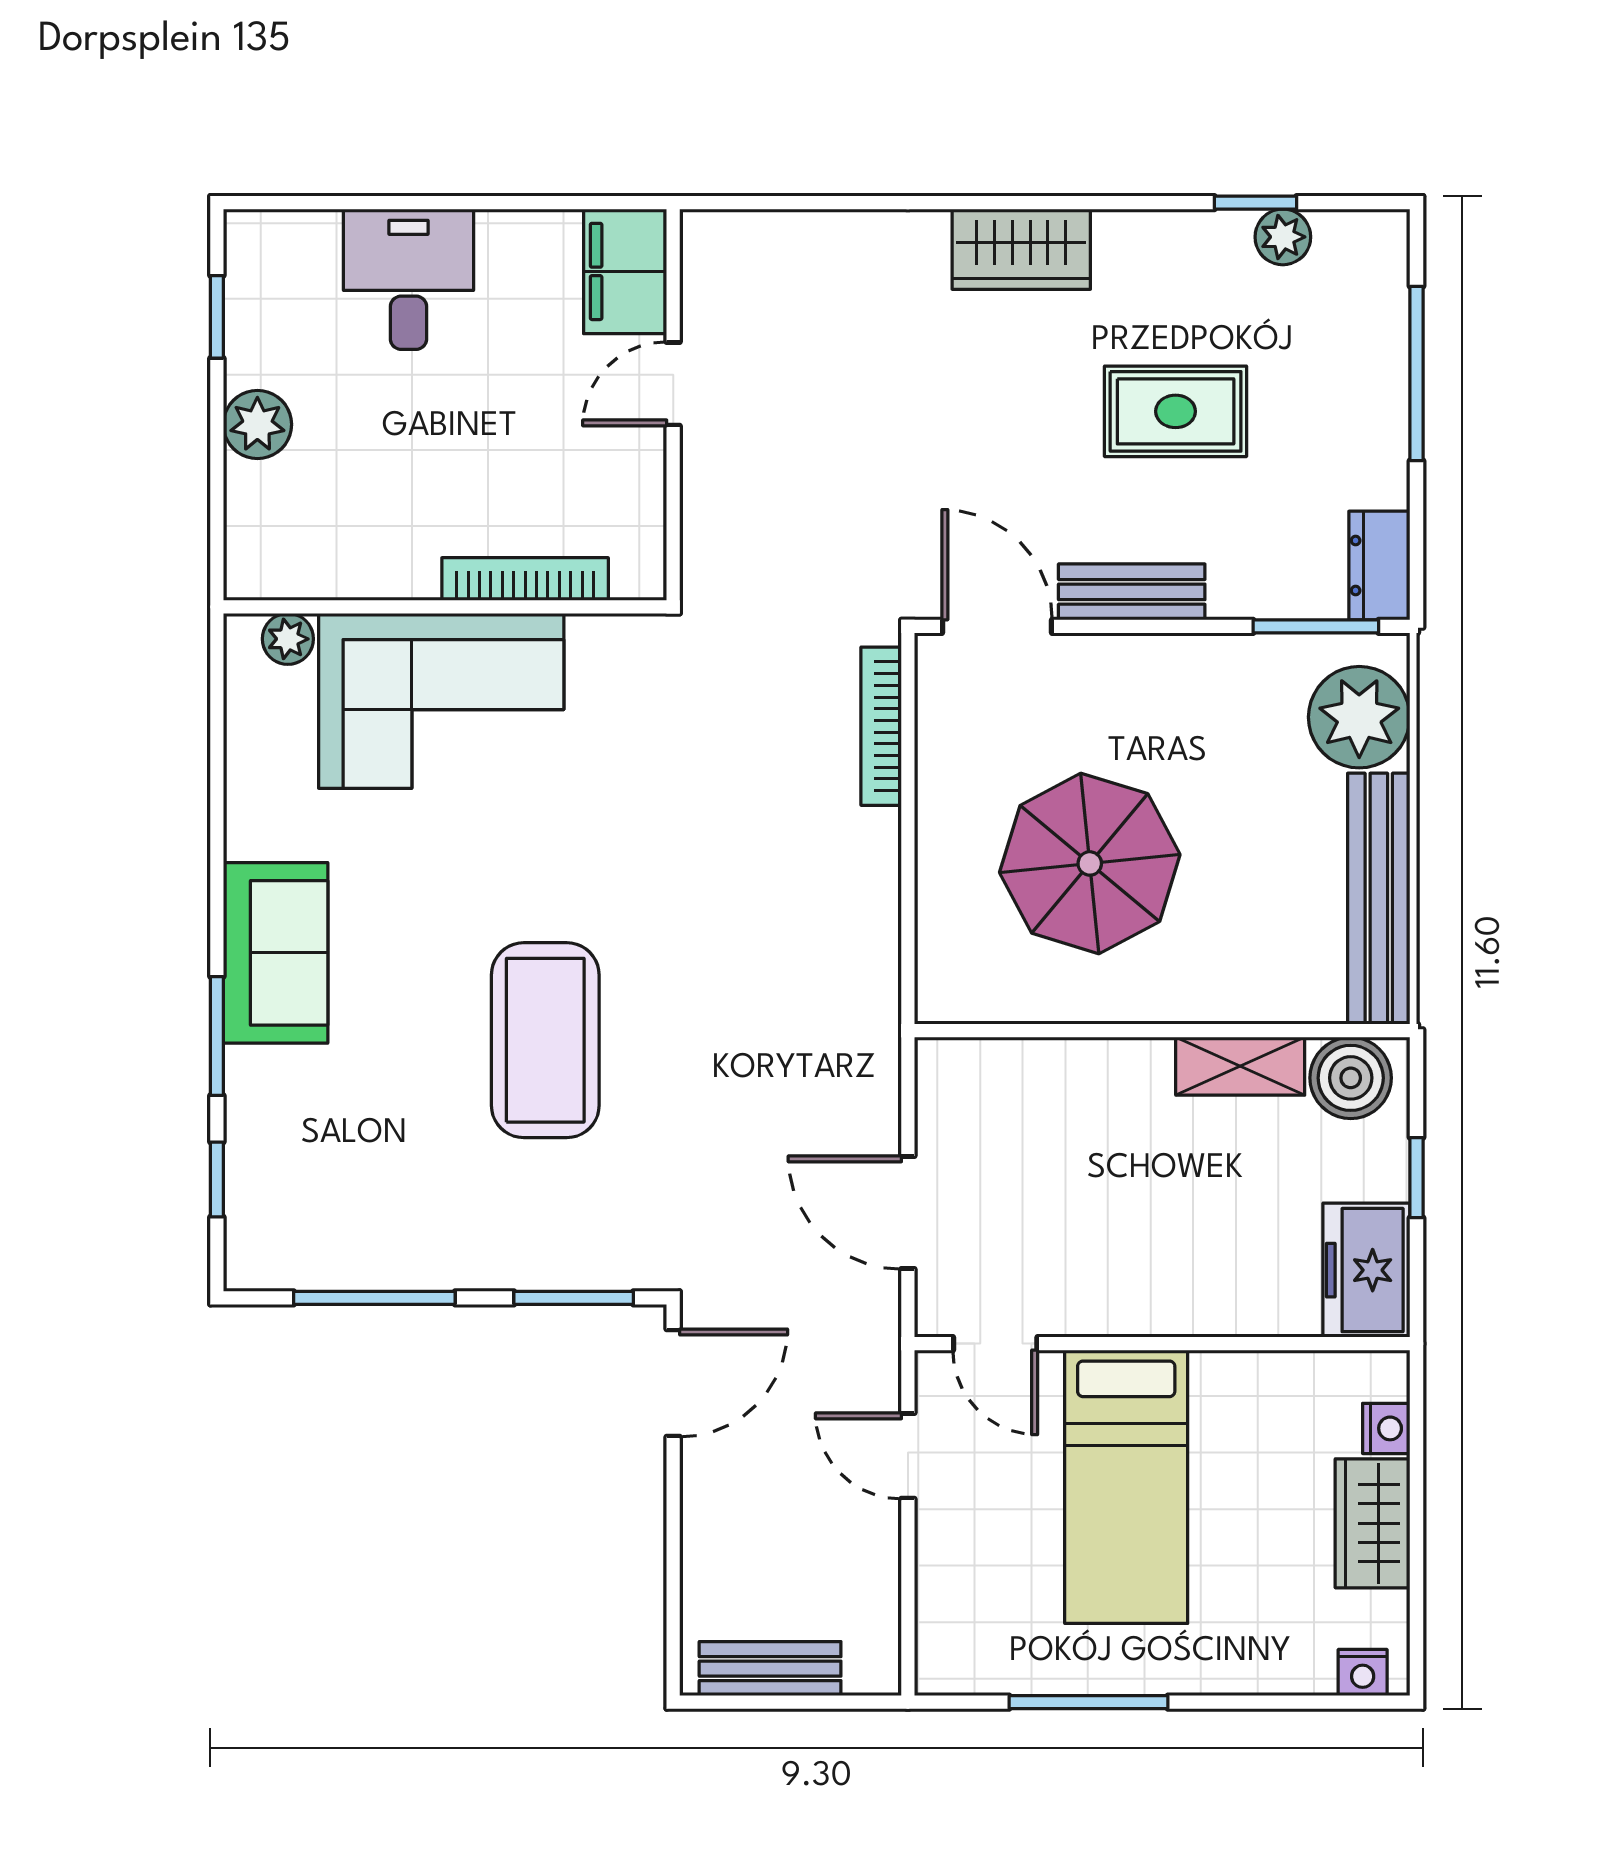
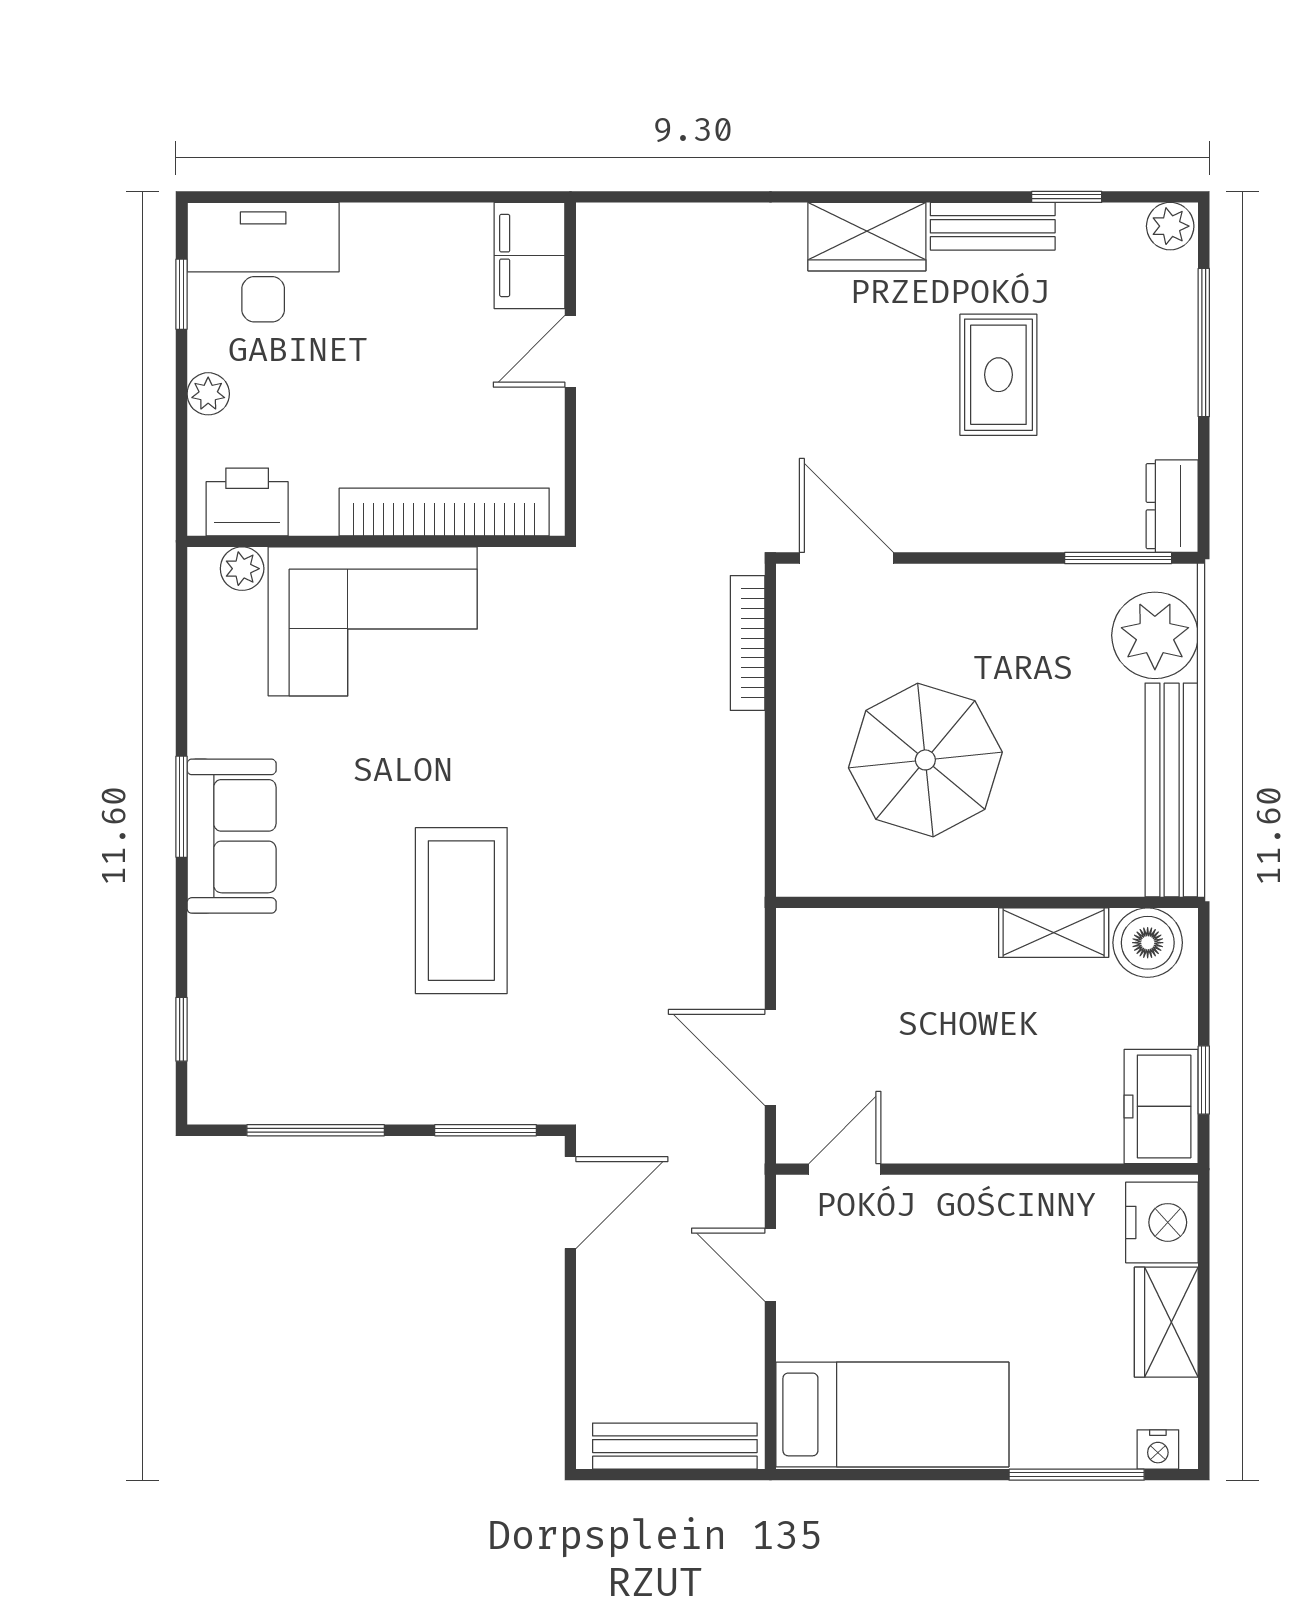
plant: (1283, 237) -> (1170, 226), moved
desk: (409, 279) -> (263, 262), moved, width x1.37
rug: (1176, 411) -> (998, 375), turned 90
plant: (257, 424) -> (208, 394), width x0.73, depth x0.73
printer: (294, 561) -> (247, 502), added
bookcase: (525, 579) -> (444, 512), width x1.48, depth x1.31
bench: (1132, 592) -> (993, 226), moved
window: (217, 1036) -> (181, 807), moved
window: (1416, 1178) -> (1204, 1080), moved
door: (995, 1344) -> (845, 1169), swing flipped
nightstand: (1386, 1428) -> (1162, 1222), width x1.89, depth x1.79
bed: (1126, 1487) -> (892, 1414), moved, turned -90
bench: (770, 1669) -> (675, 1446), width x1.36
window: (1089, 1702) -> (1077, 1475), moved

